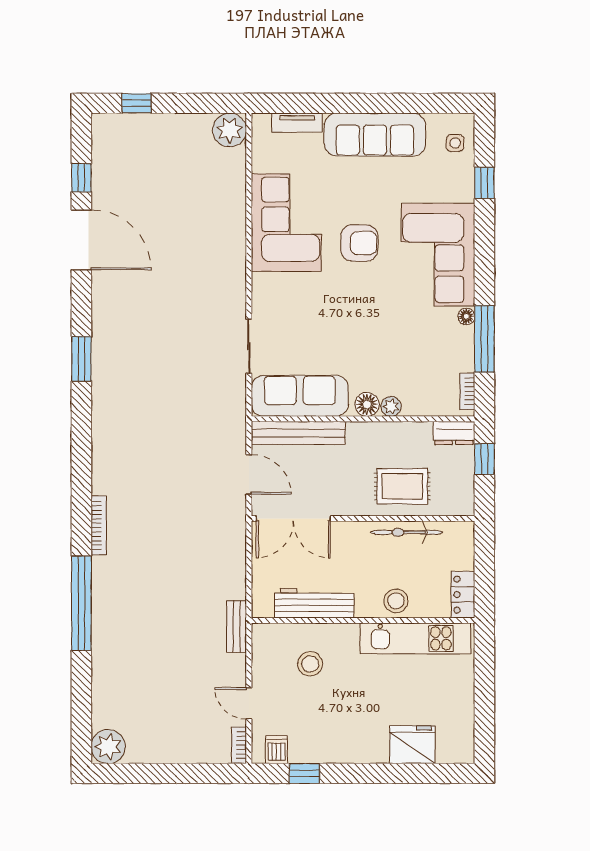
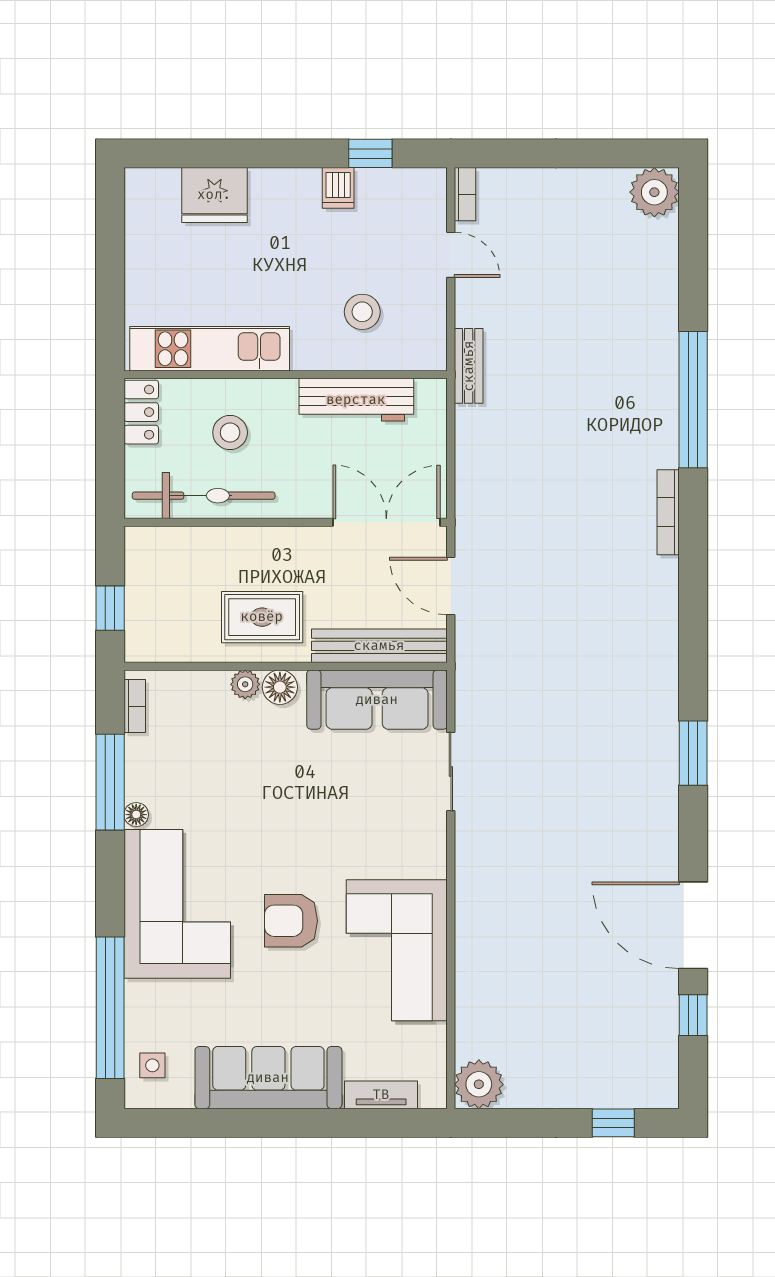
window: (484, 183) -> (110, 1008), width x3.17
dresser: (454, 433) -> (154, 646), removed
rug: (402, 486) -> (262, 617), moved
bicycle: (407, 532) -> (204, 496), width x1.37, depth x1.40
stool: (396, 601) -> (230, 432), moved
dishwasher: (277, 750) -> (338, 188), moved

